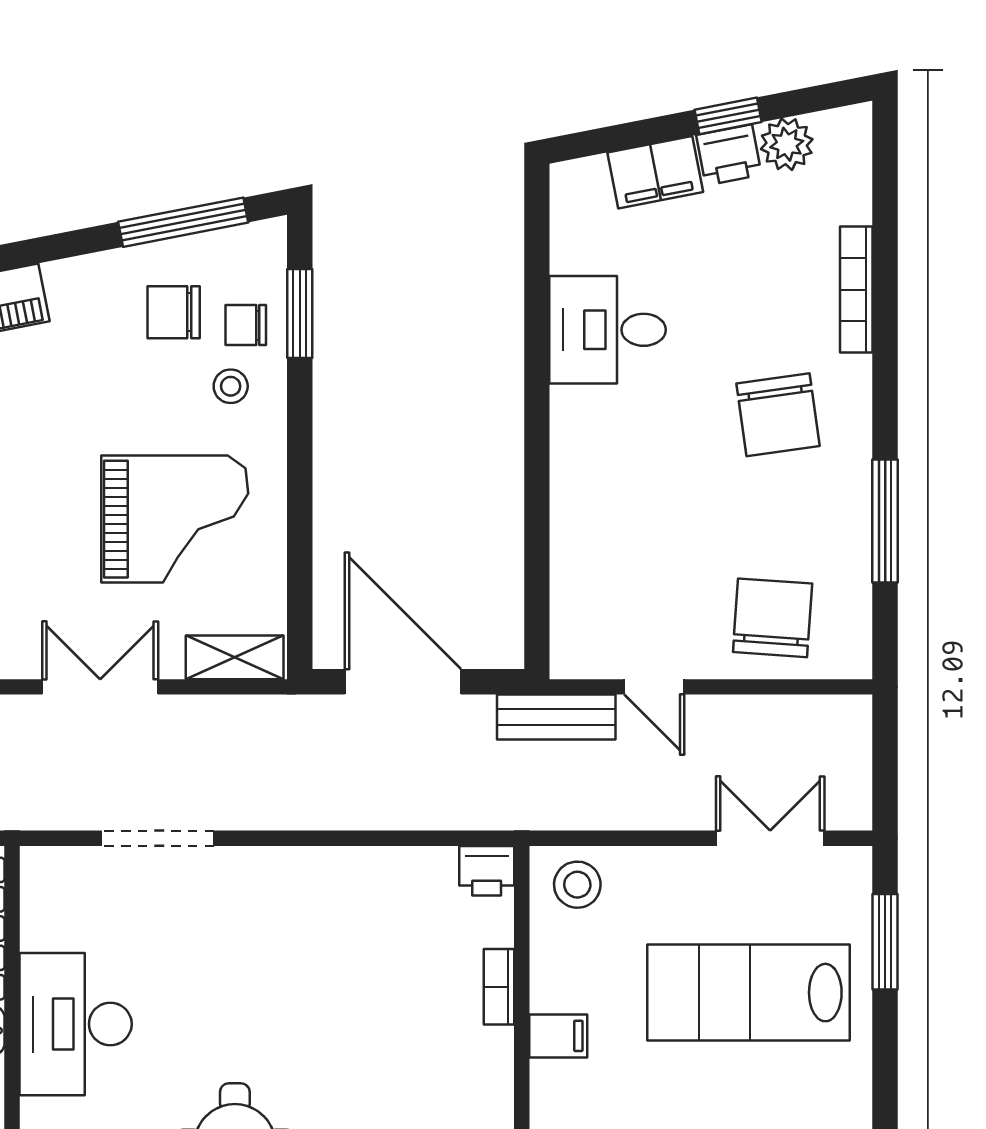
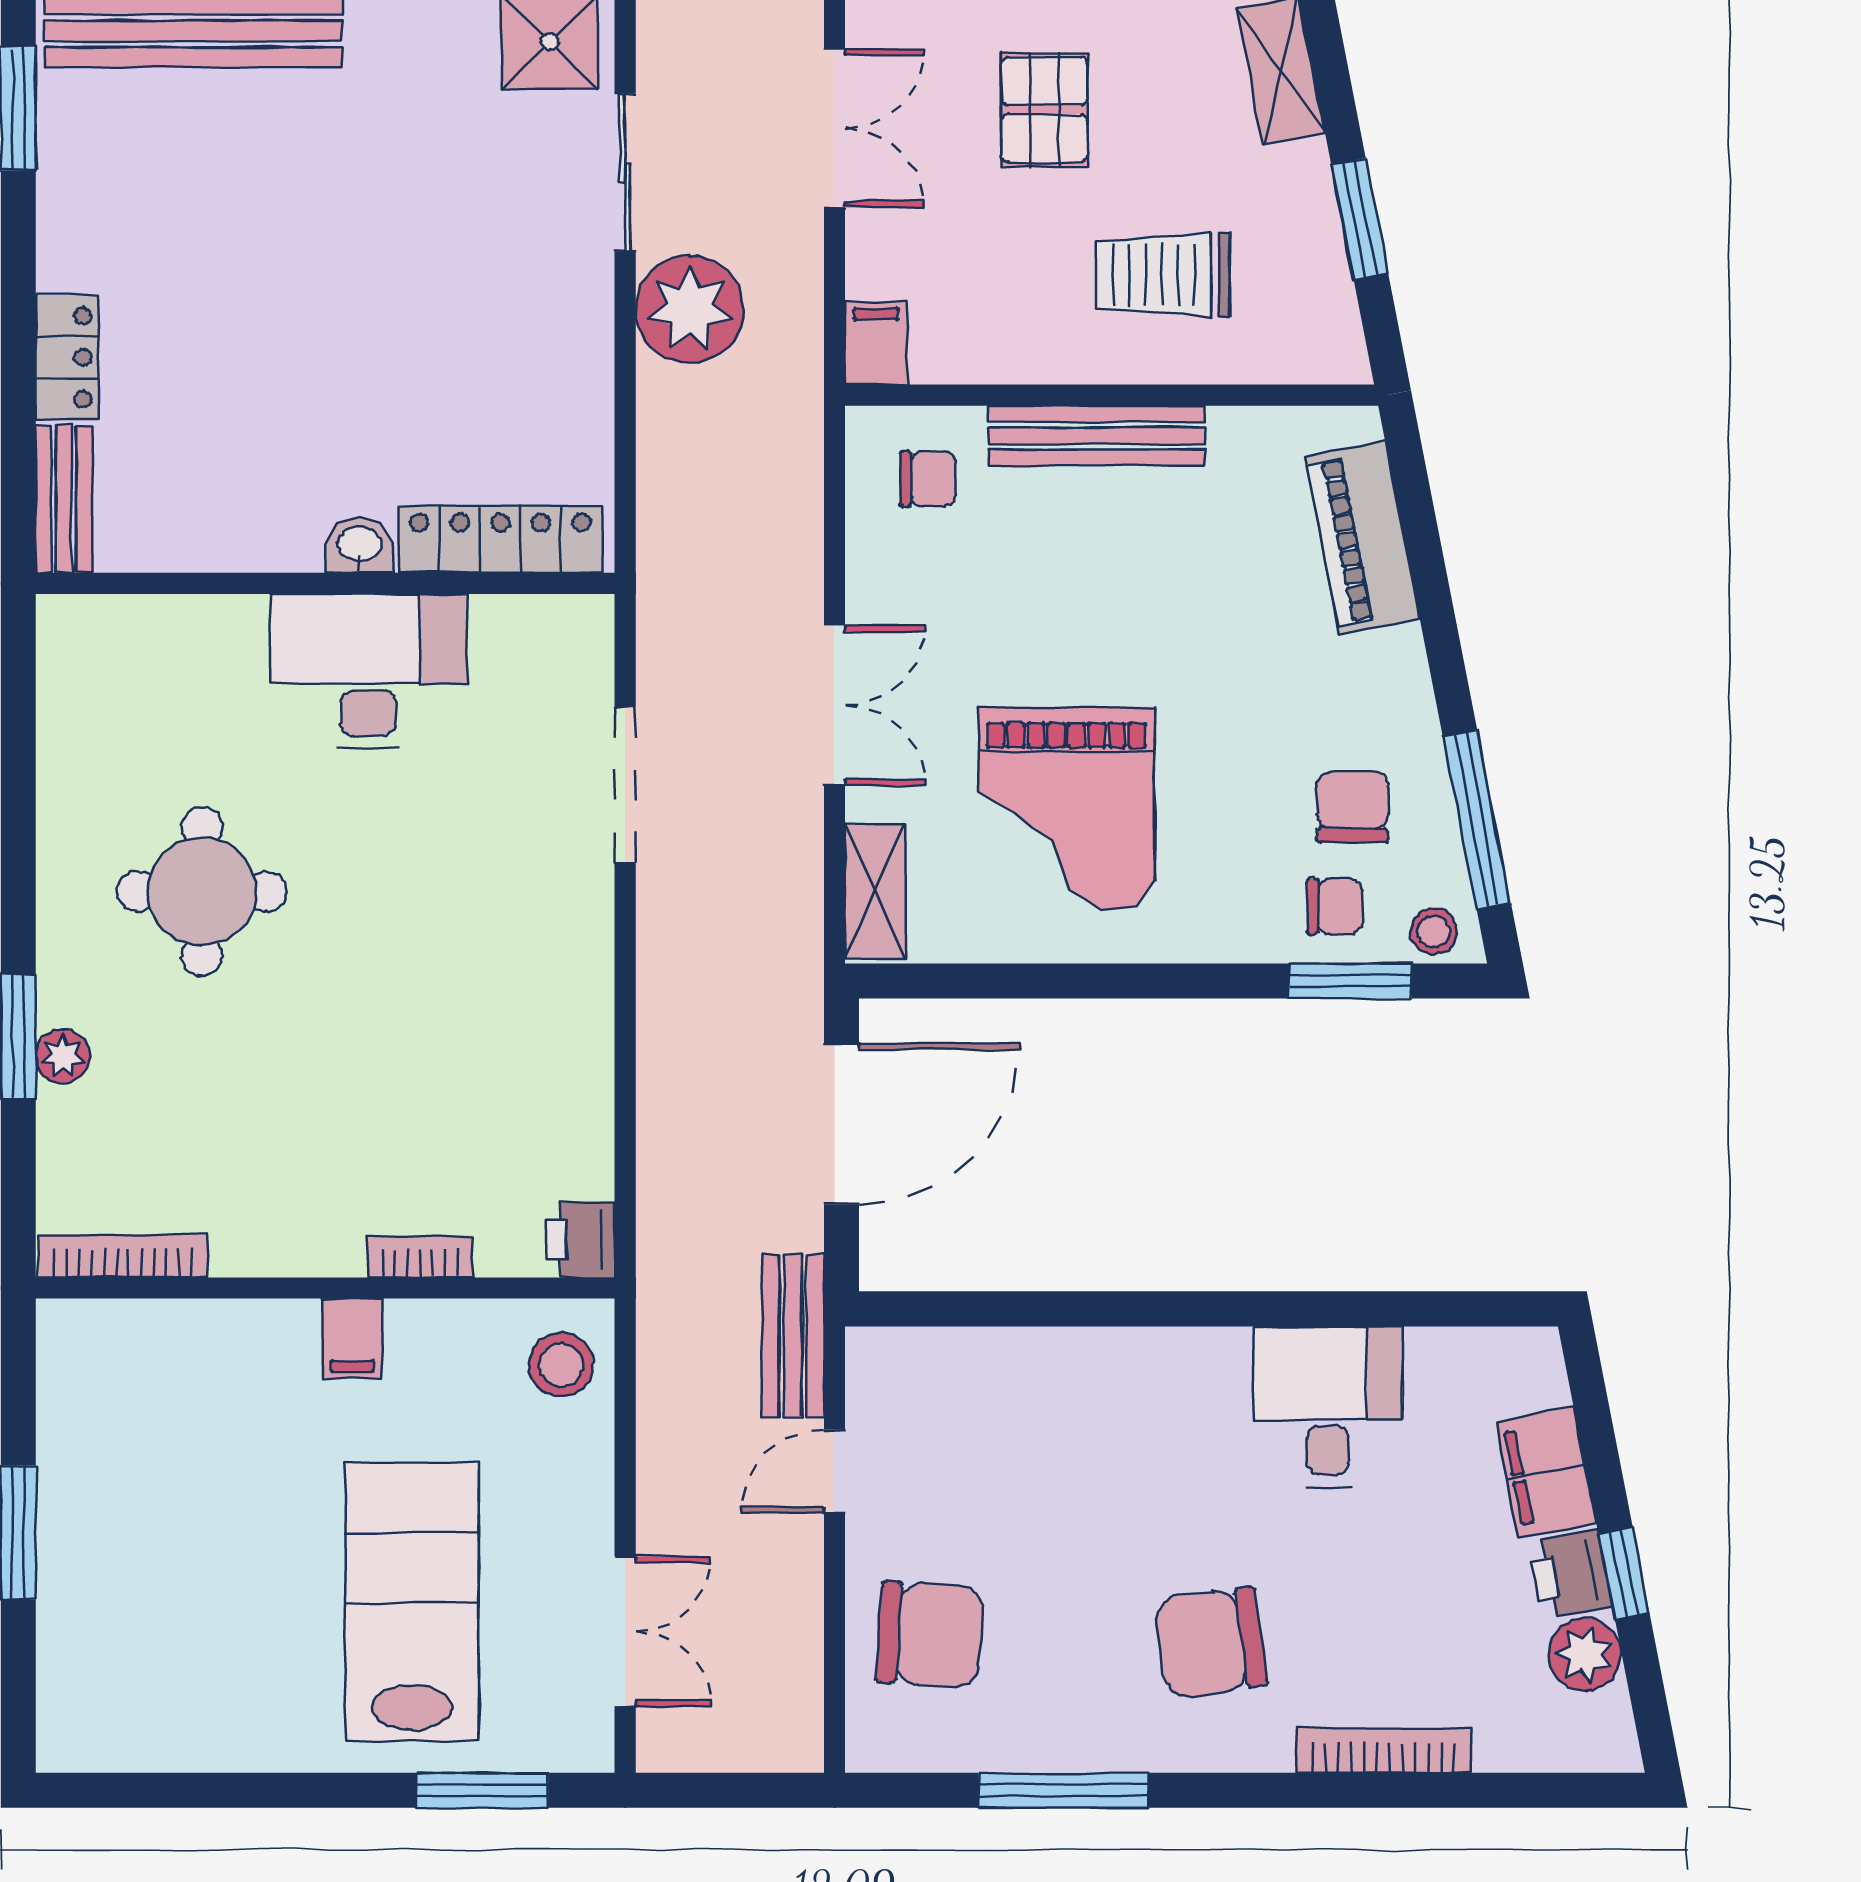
chair: (246, 325) -> (1335, 906), turned 90
stool: (231, 386) -> (1434, 931), moved

